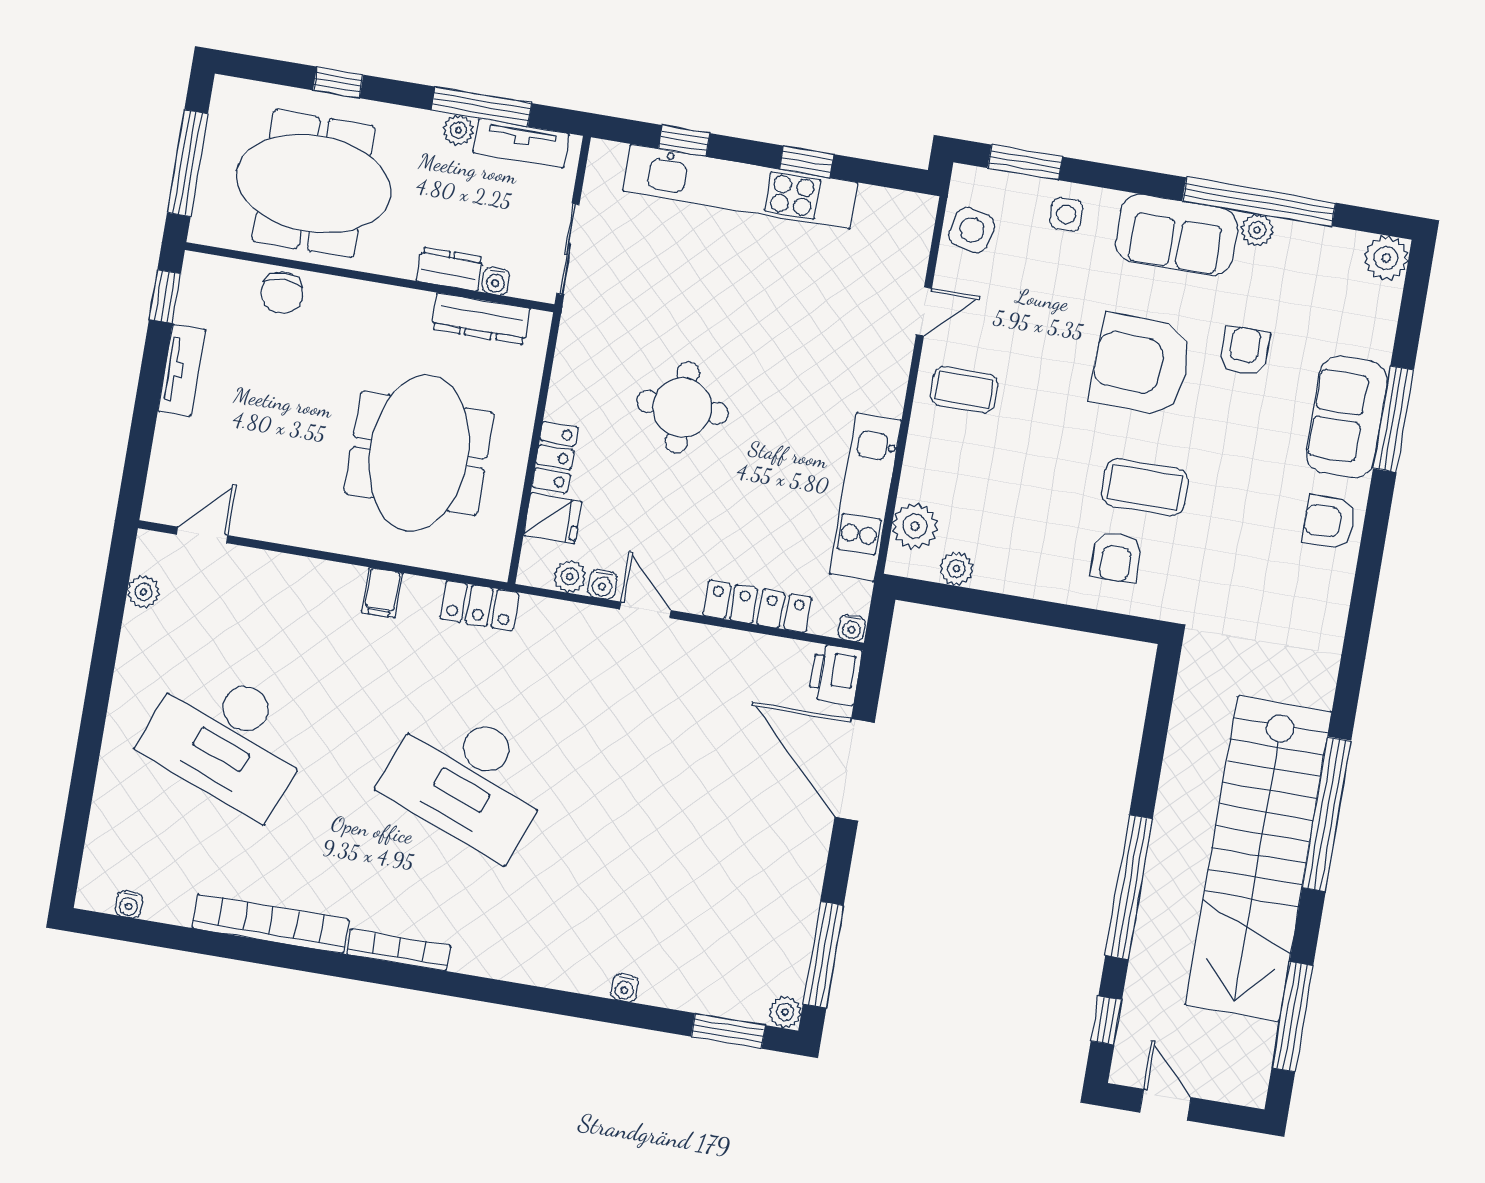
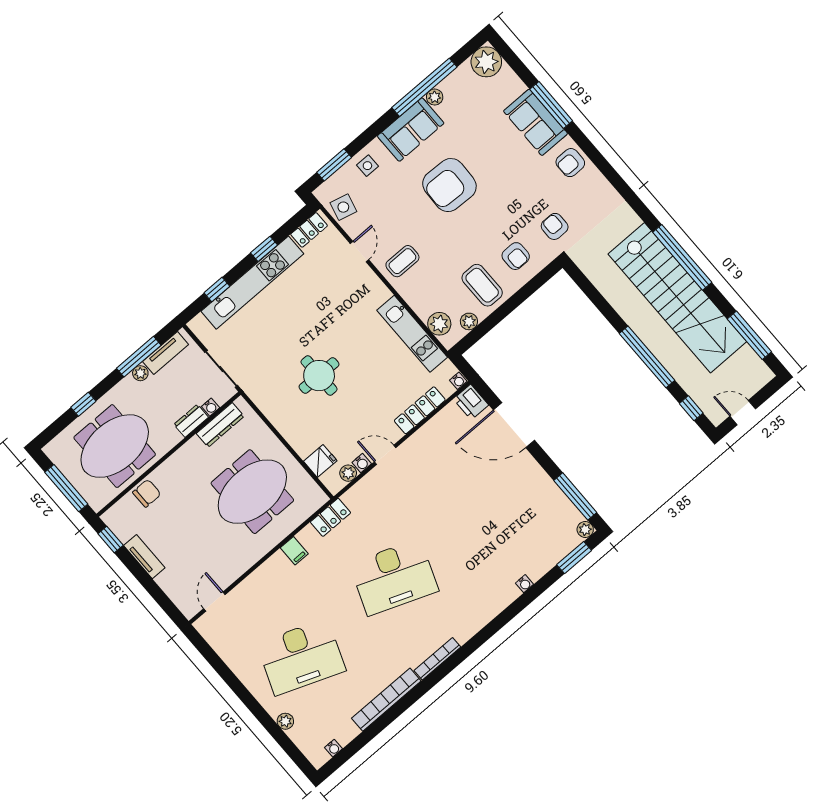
plant: (1386, 258) -> (486, 62), width x1.36, depth x1.36
chair: (282, 293) -> (147, 493), turned -90
armchair: (1244, 351) -> (555, 226), moved
meeting table: (419, 453) -> (252, 492), turned 90
locker: (555, 457) -> (309, 230), moved, turned 90
coffee table: (1145, 487) -> (482, 285), moved, turned 90
plant: (143, 592) -> (285, 721), moved

